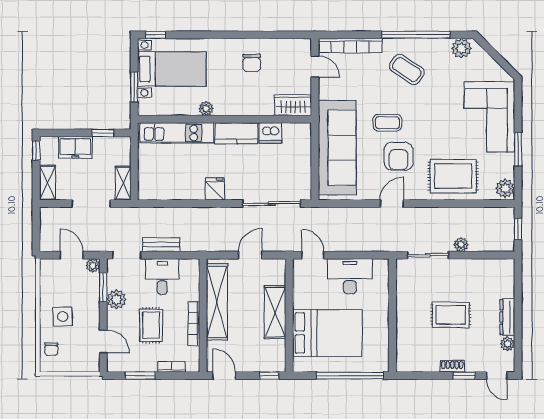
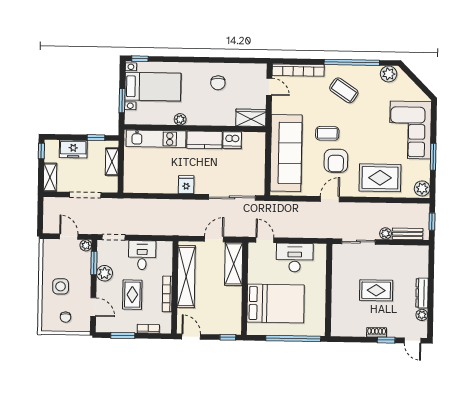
shelving: (123, 183) -> (112, 162), moved
bench: (161, 245) -> (408, 234), moved
shelving: (275, 312) -> (234, 264), moved
chair: (51, 349) -> (66, 317), moved

